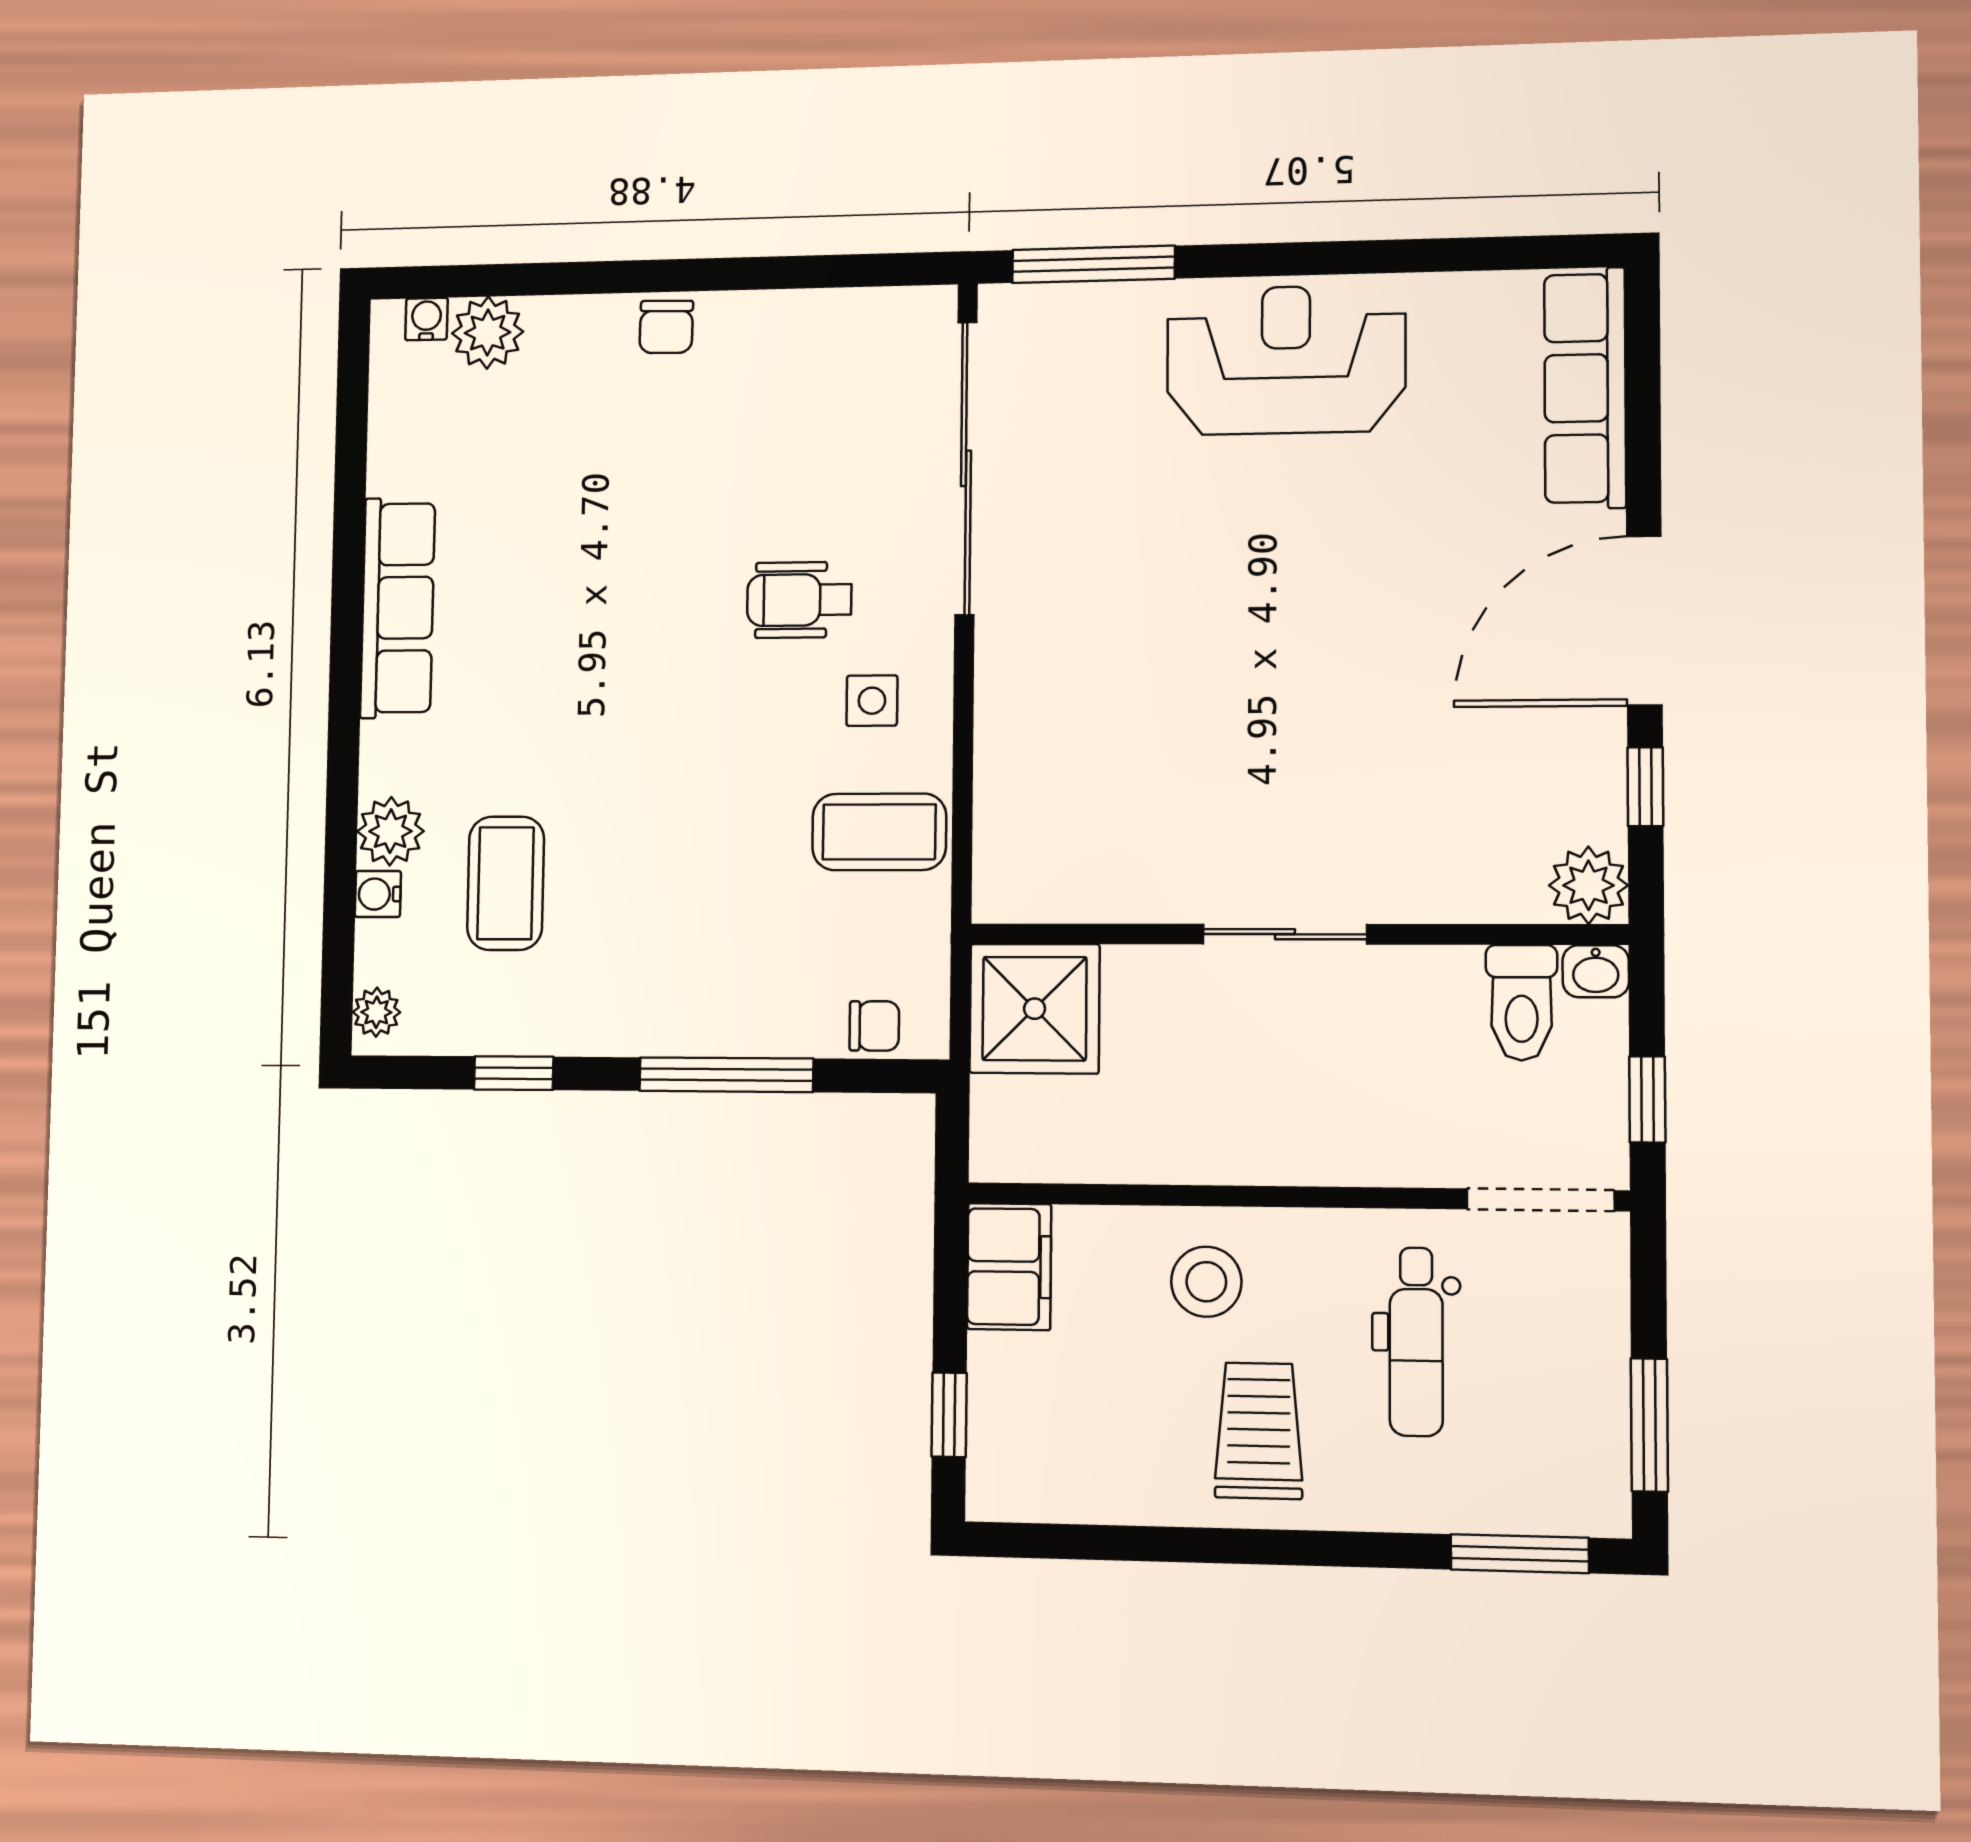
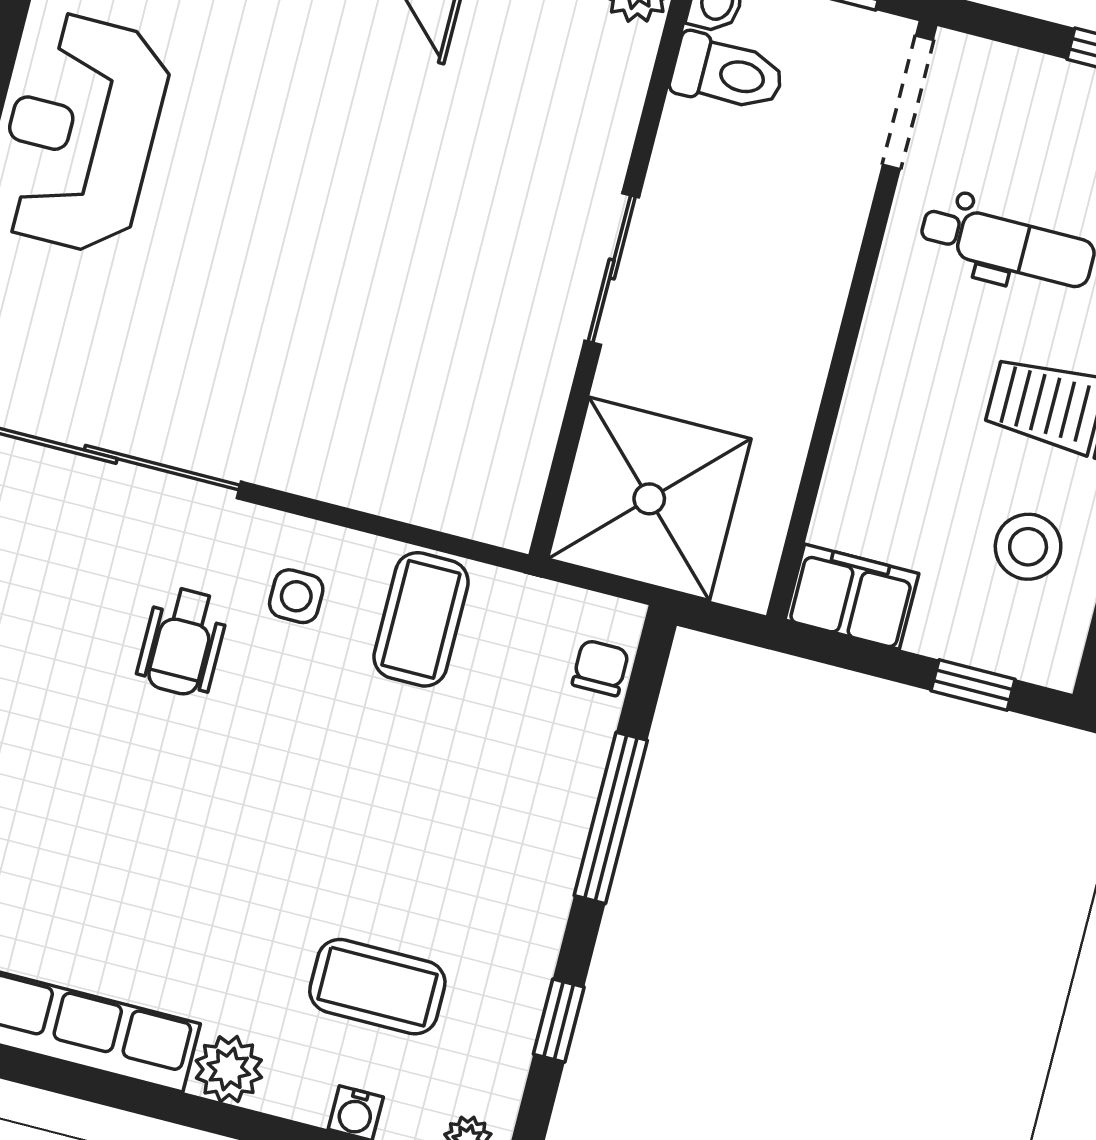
plant: (390, 831) -> (229, 1069), moved
shower: (1035, 1009) -> (649, 499), width x1.37, depth x1.37
stool: (1206, 1282) -> (1028, 547), moved

